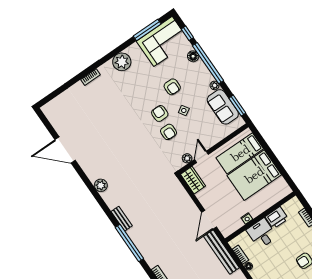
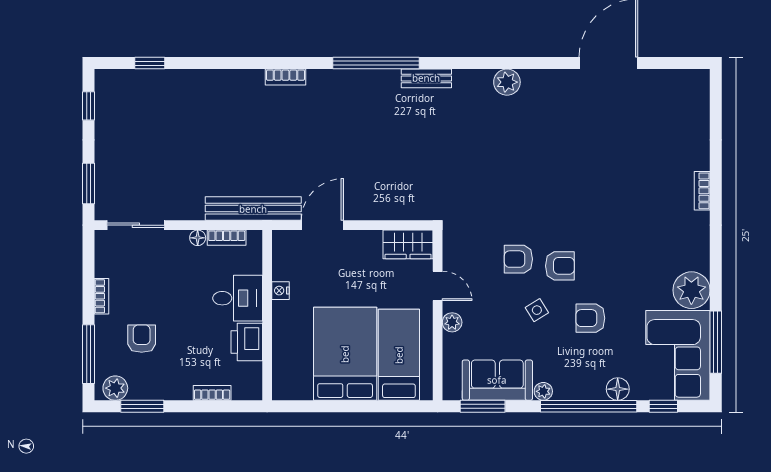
plant: (122, 62) -> (691, 290), moved
plant: (187, 158) -> (452, 322), moved
door: (209, 220) -> (322, 225), hinge flipped

